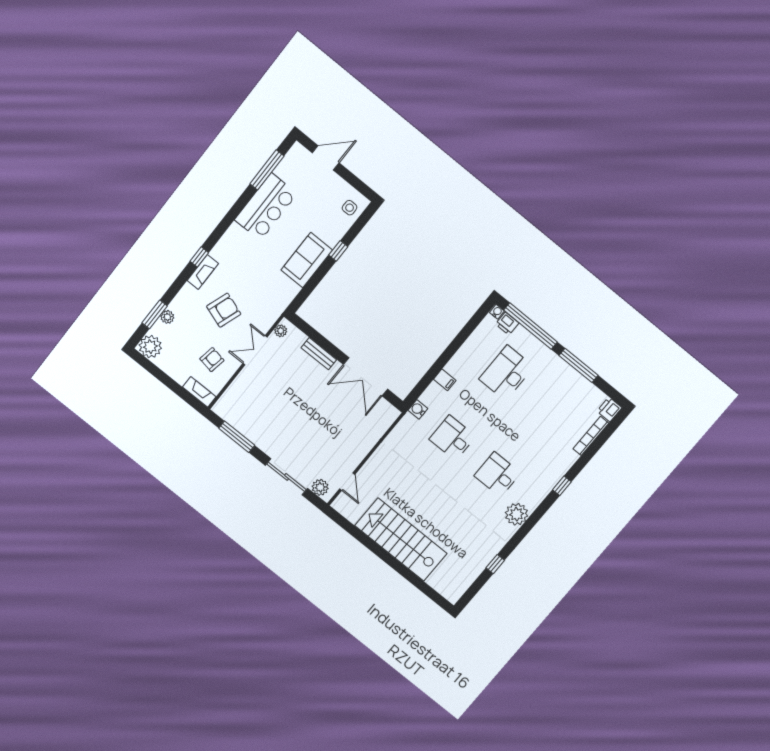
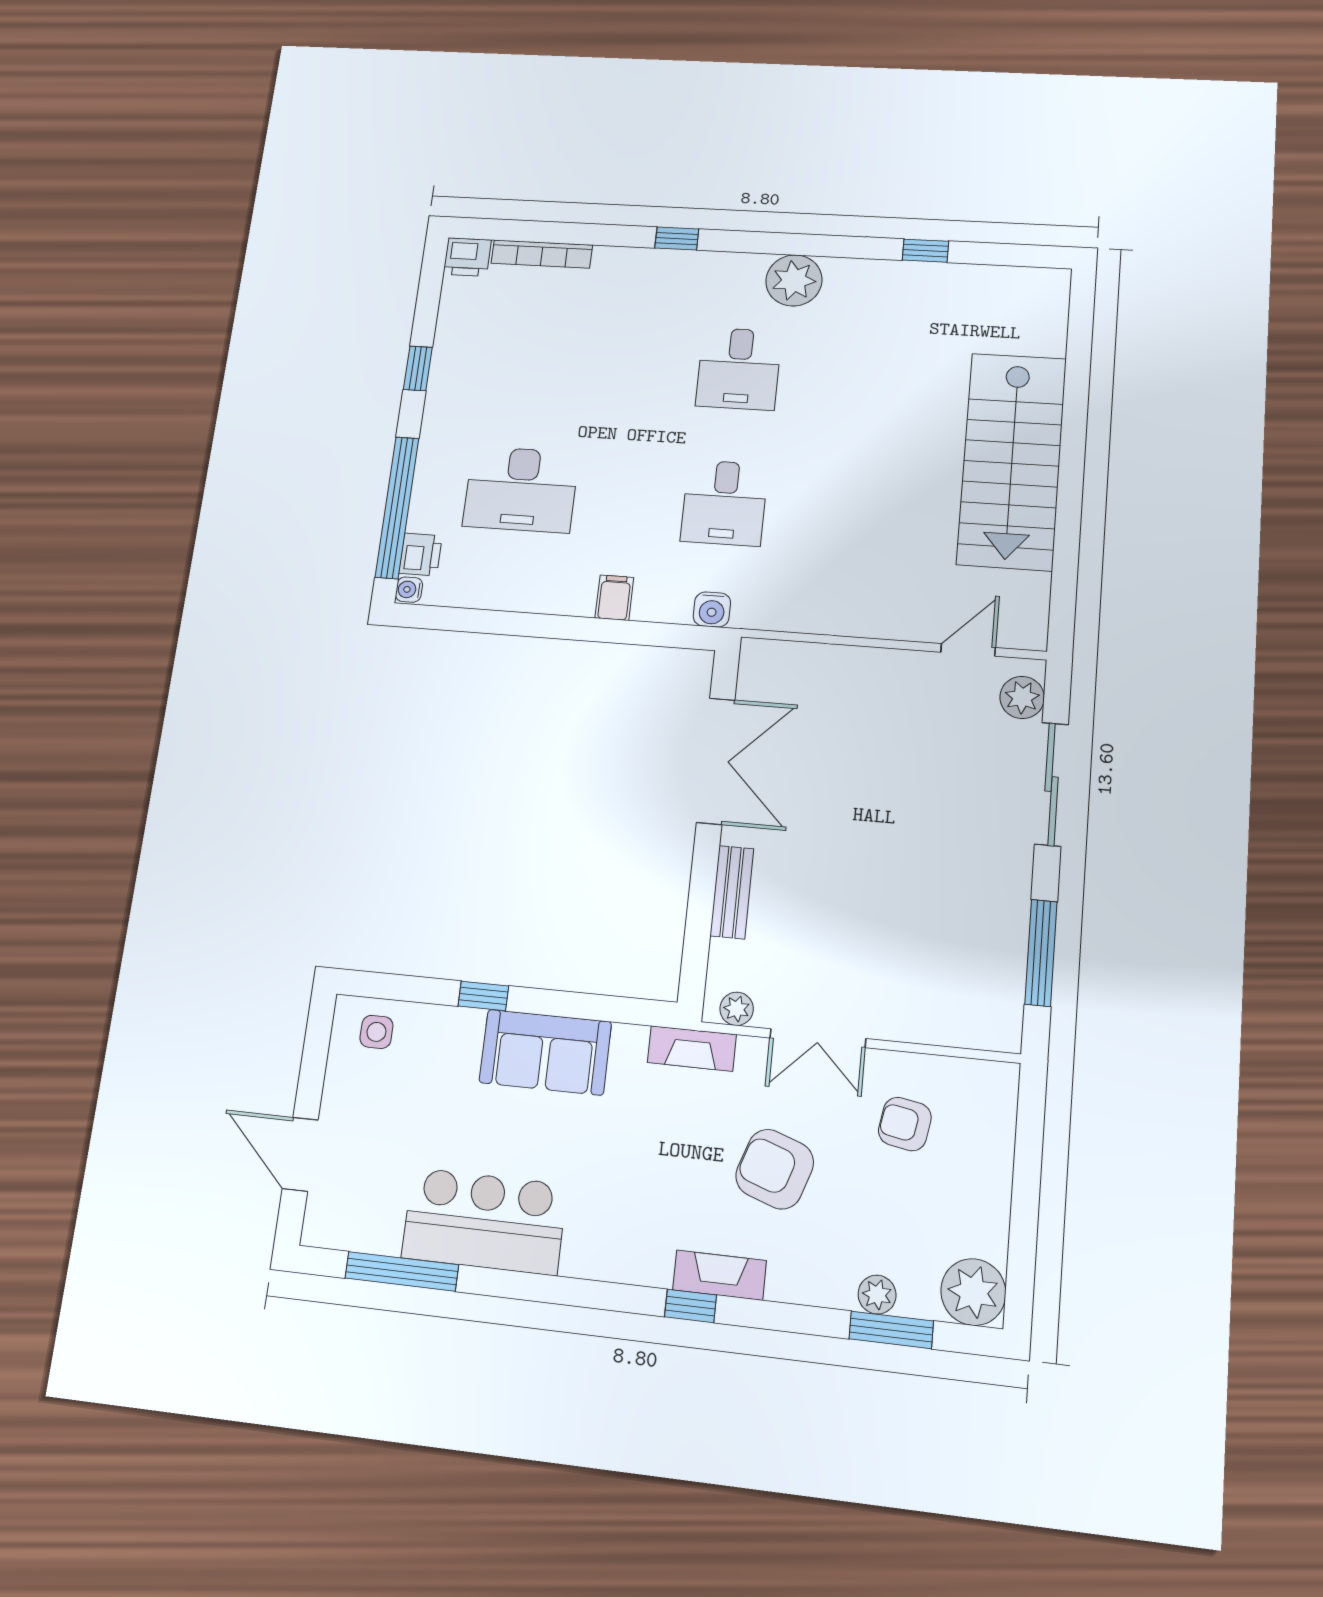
window: (579, 365) -> (418, 369), width x0.46
fireplace: (199, 392) -> (692, 1049), moved, turned -90

